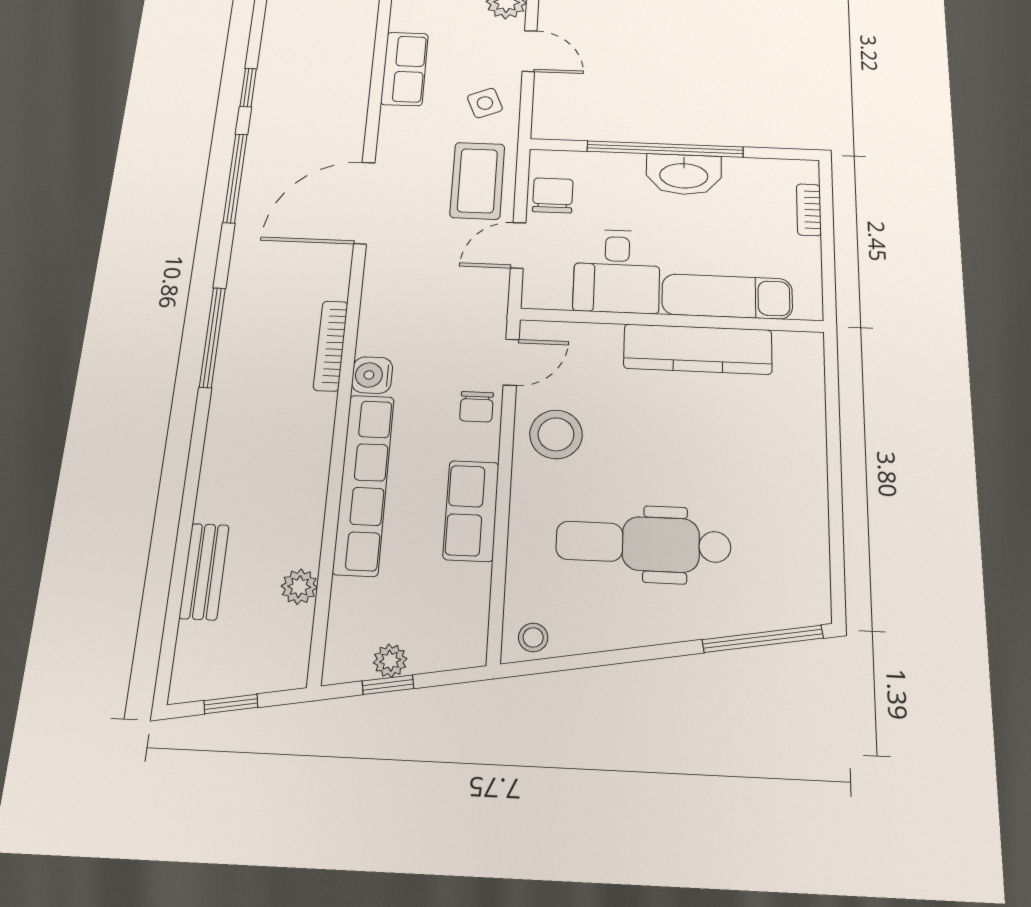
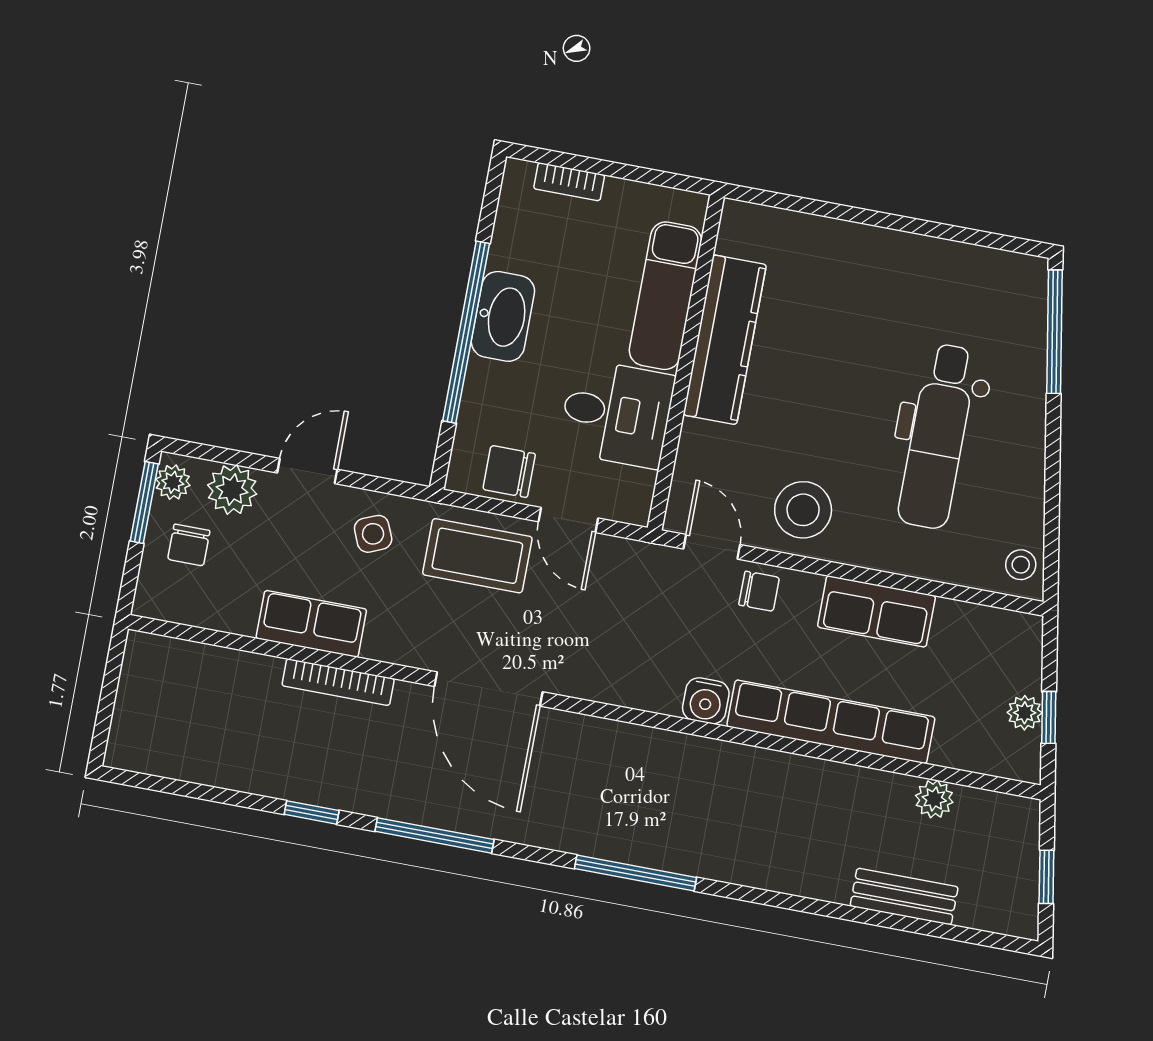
bookcase: (331, 346) -> (338, 682), moved

